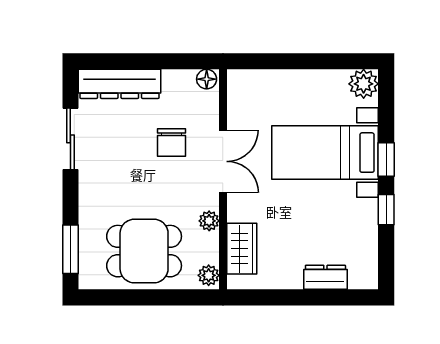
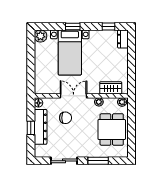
window: (148, 61) -> (31, 128), added
dresser: (120, 84) -> (41, 127), moved
window: (386, 210) -> (109, 26), moved
window: (70, 249) -> (98, 161), moved
dresser: (325, 277) -> (123, 39), moved

